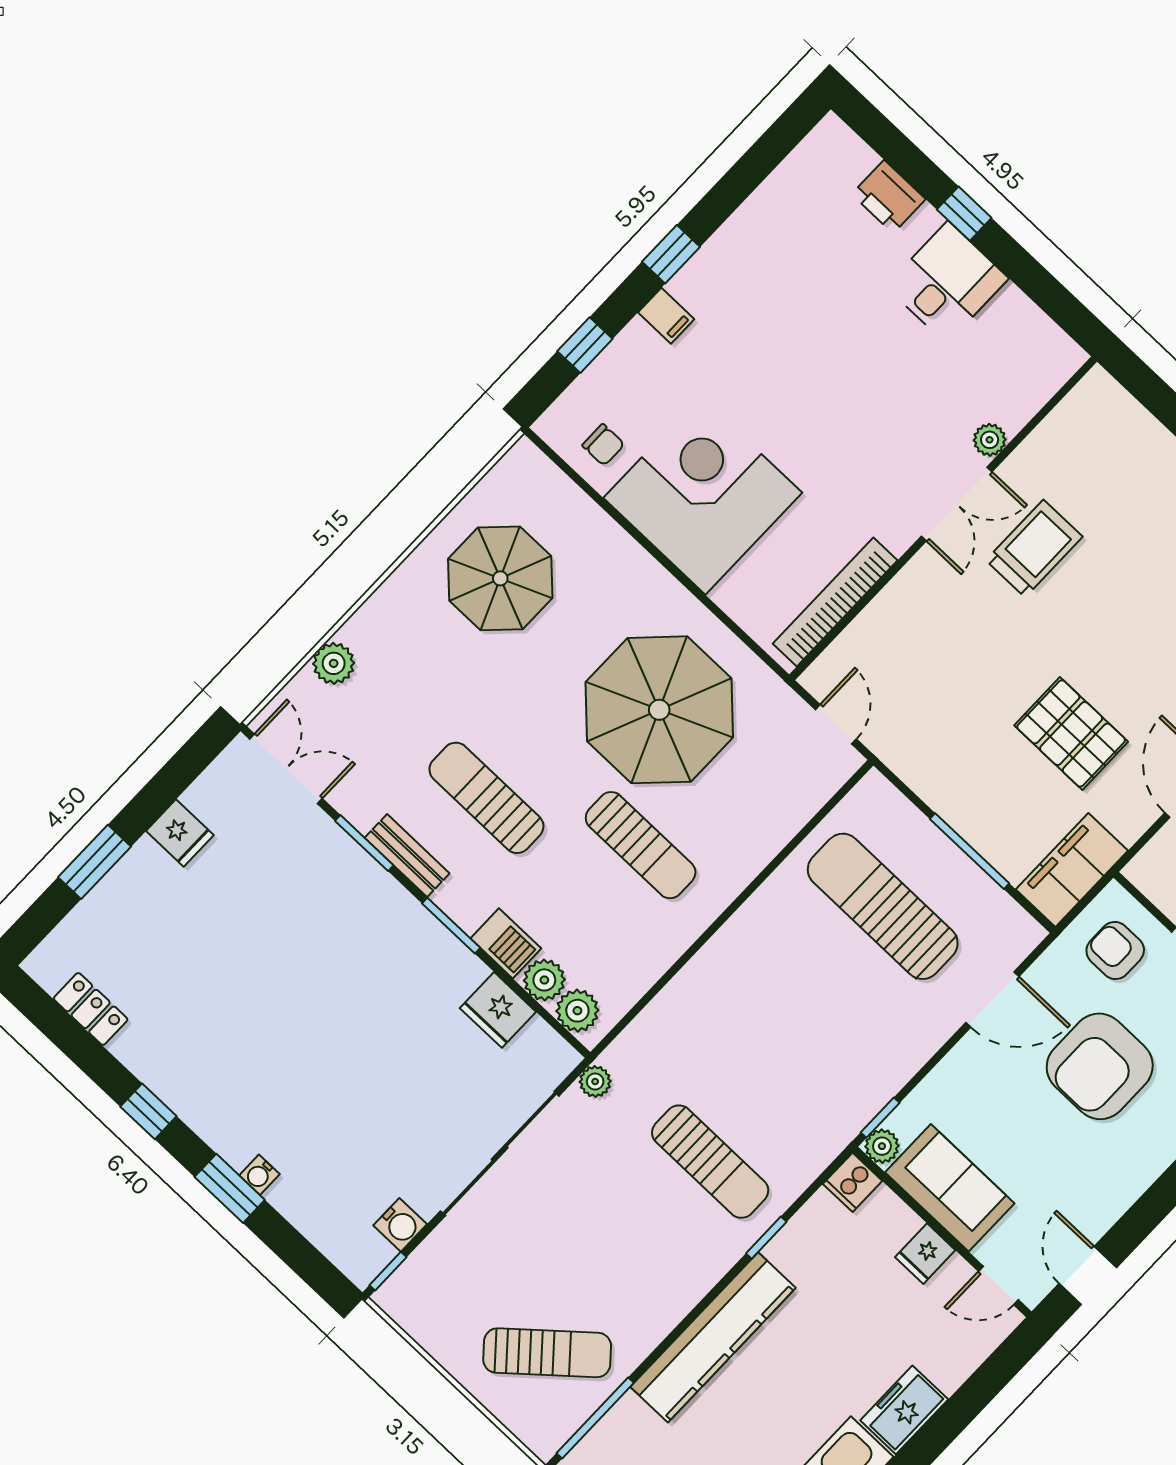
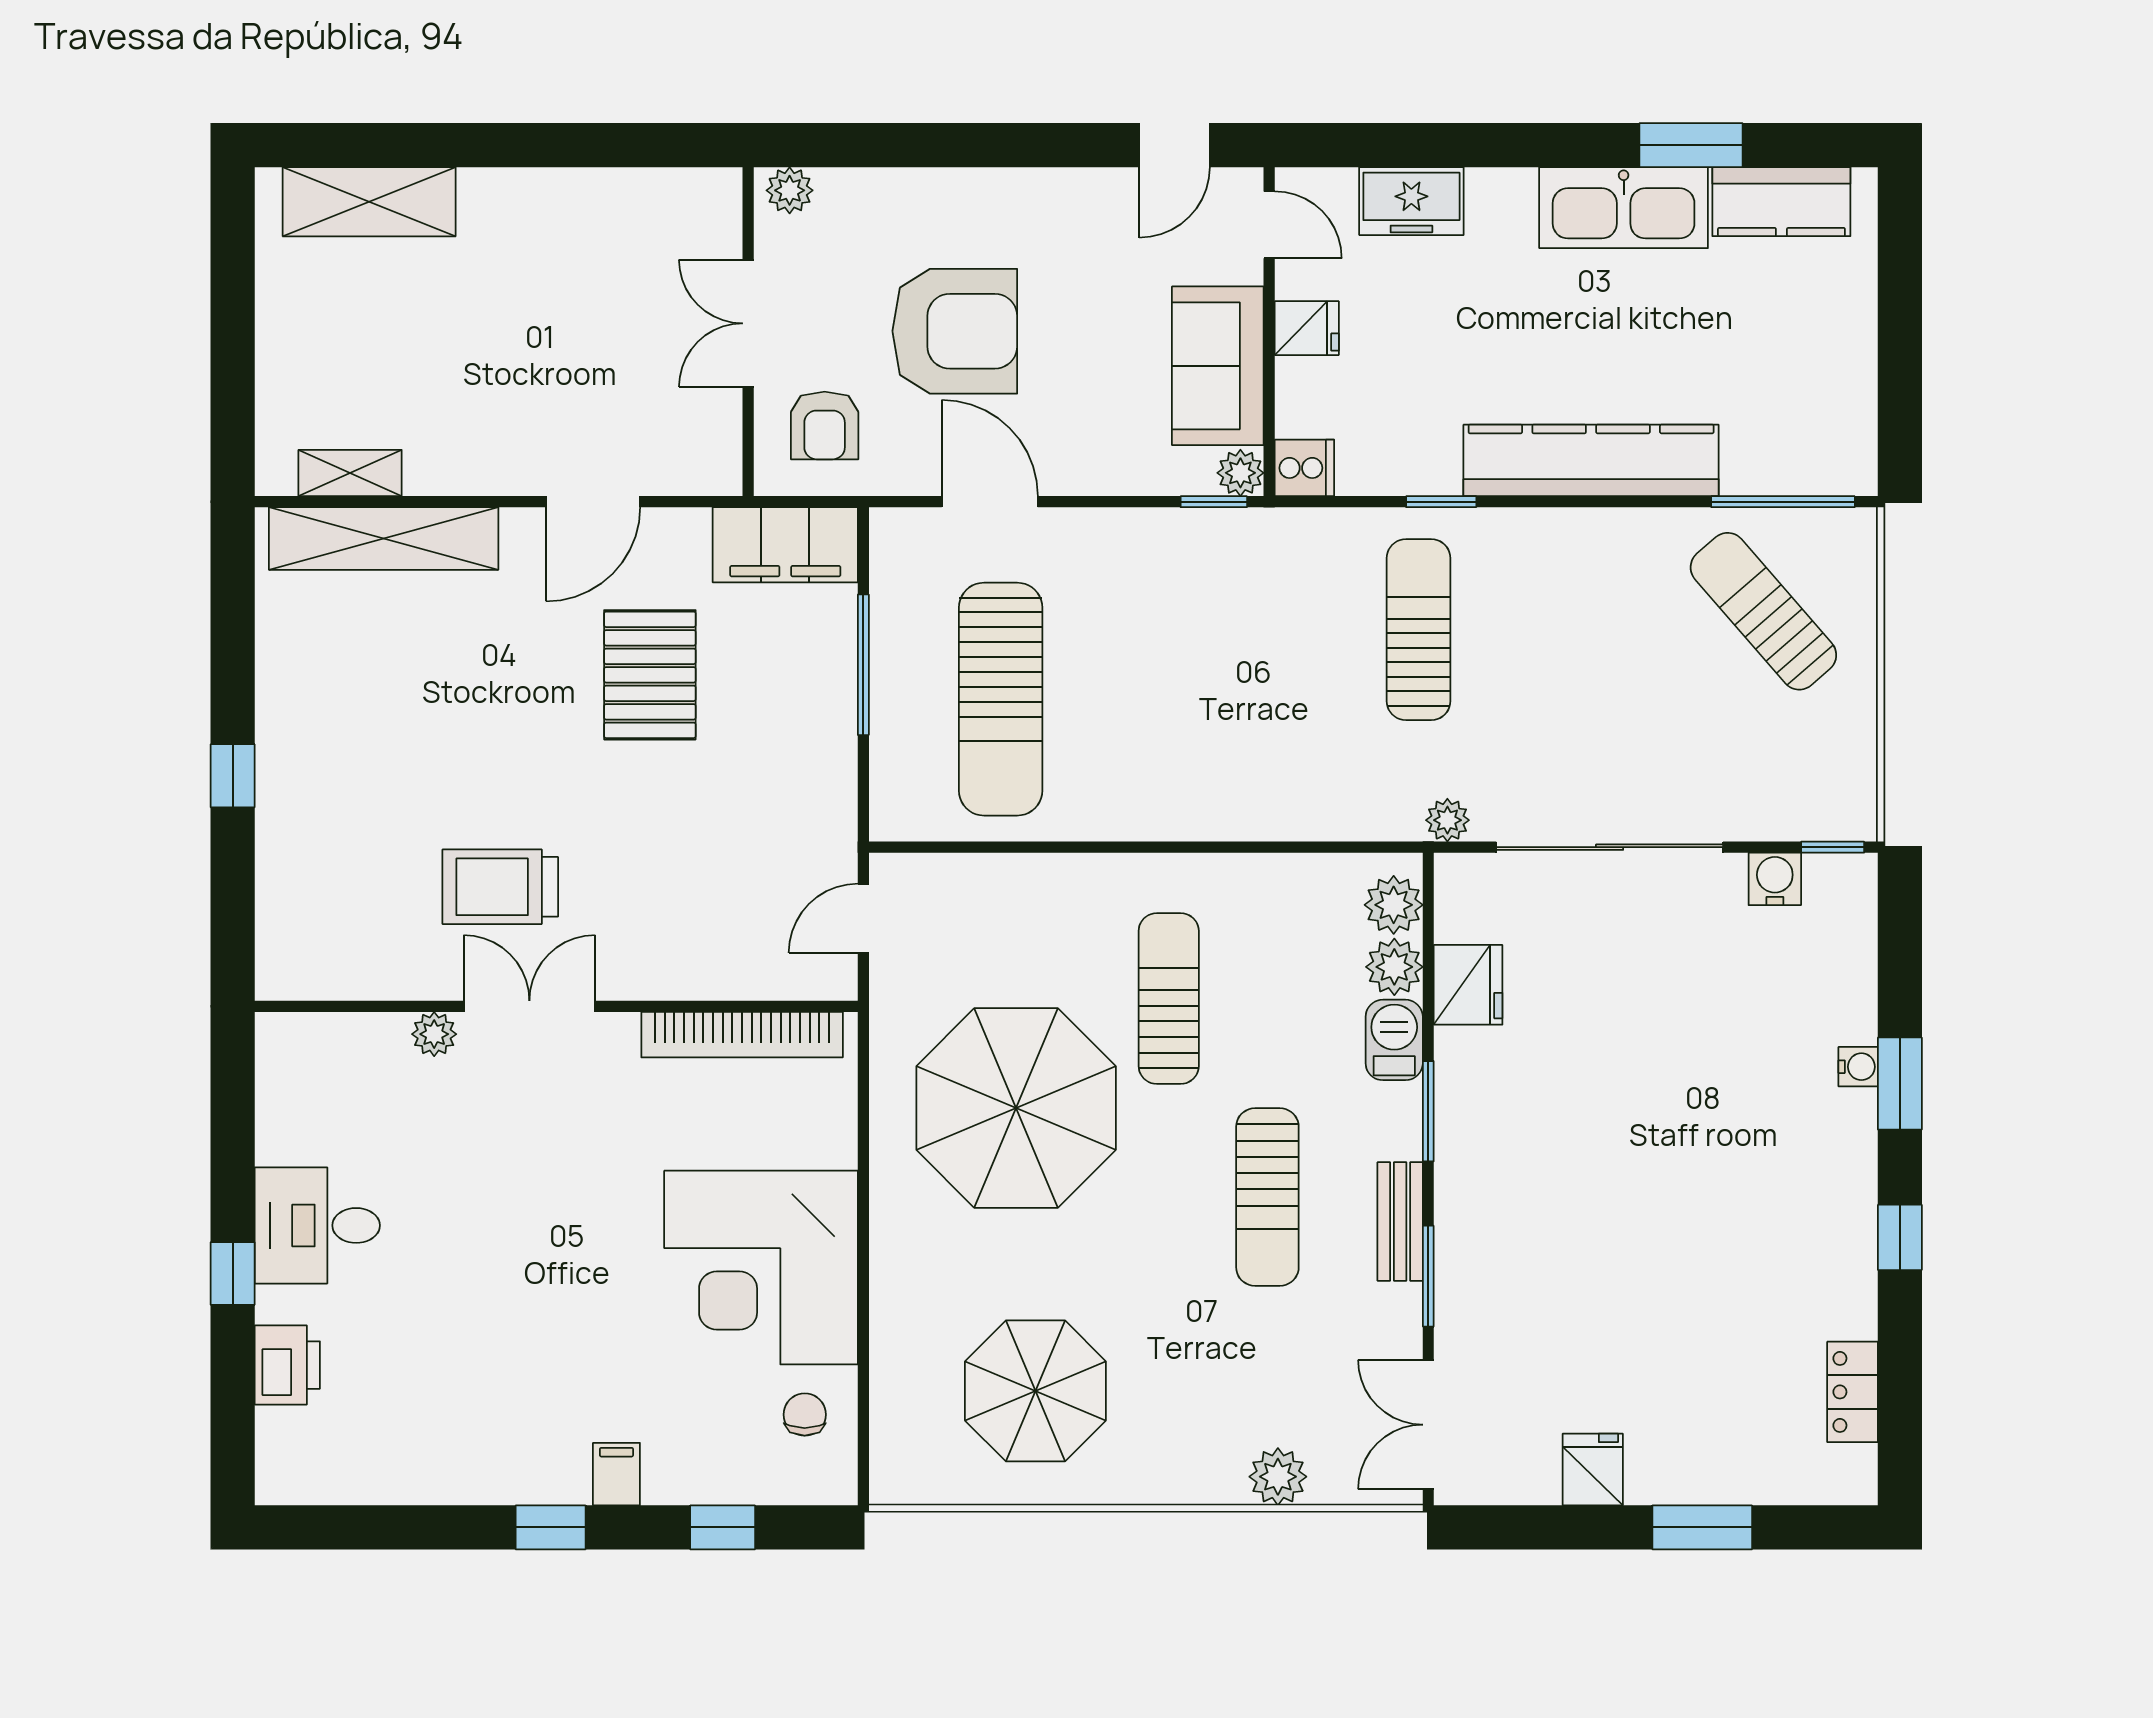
freezer: (904, 1410) -> (1411, 201), moved

